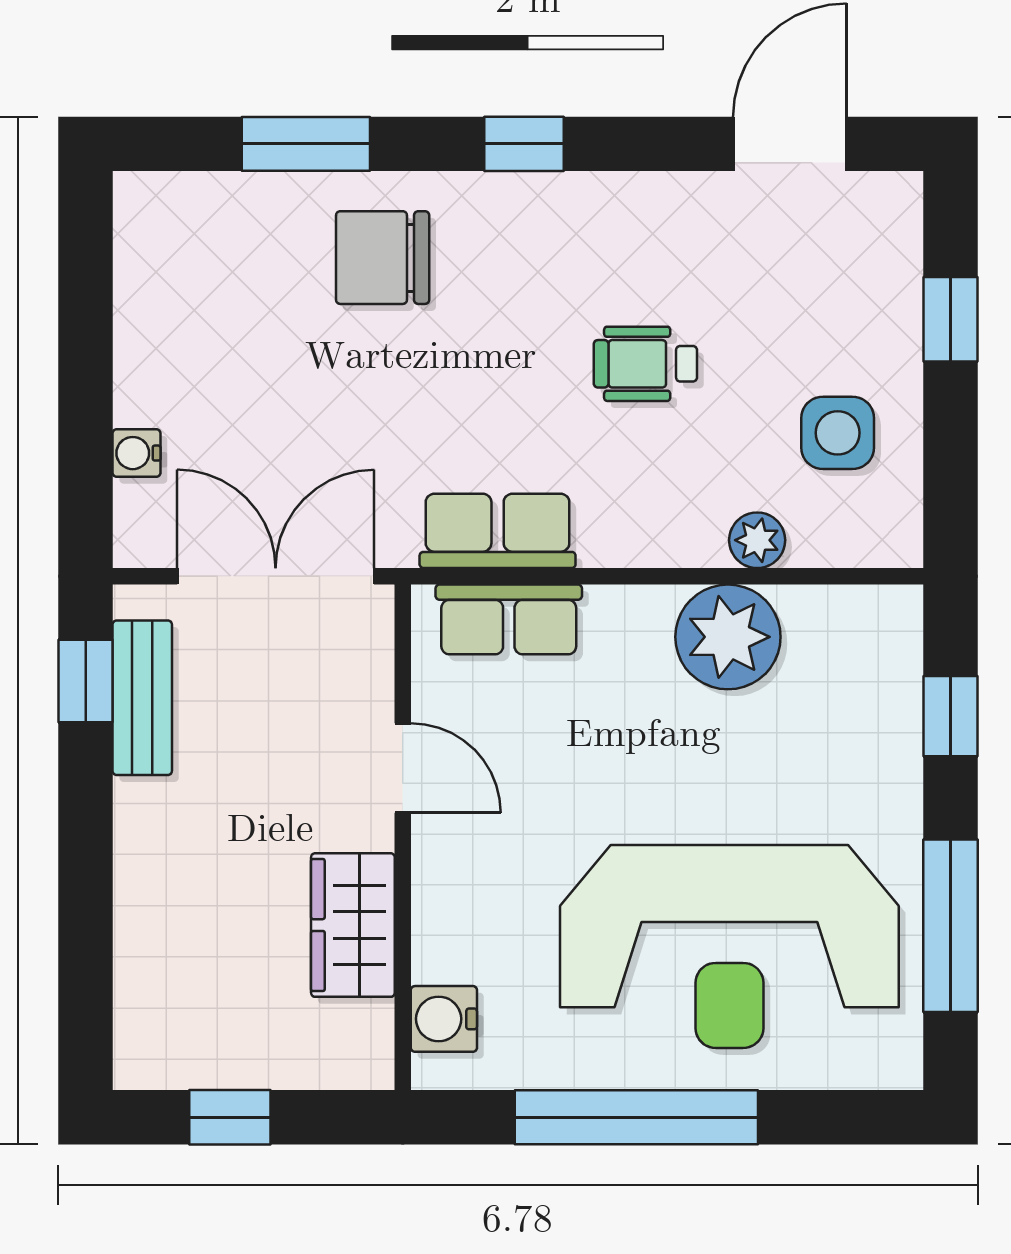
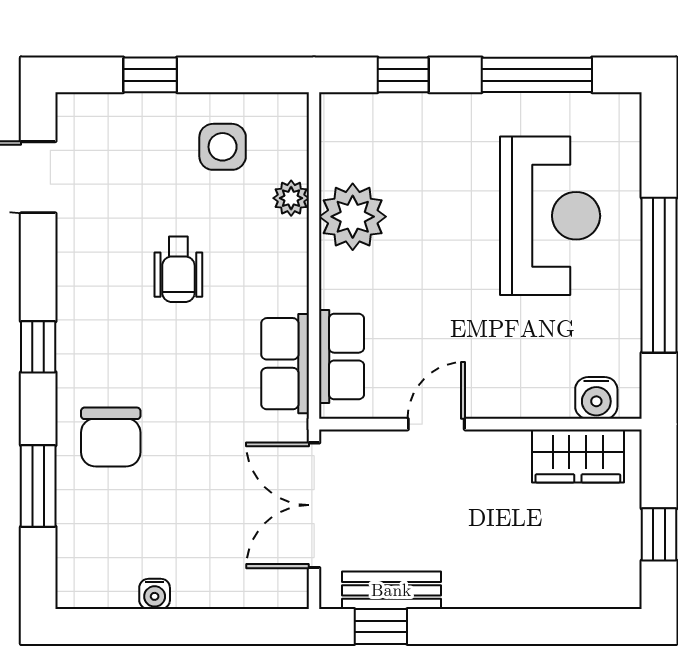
water cooler: (137, 453) -> (155, 594), moved
wardrobe: (353, 925) -> (578, 456), moved
reception desk: (729, 946) -> (550, 216), width x0.74, depth x0.77

